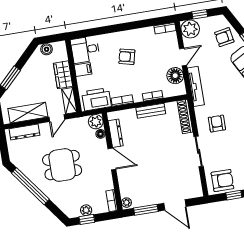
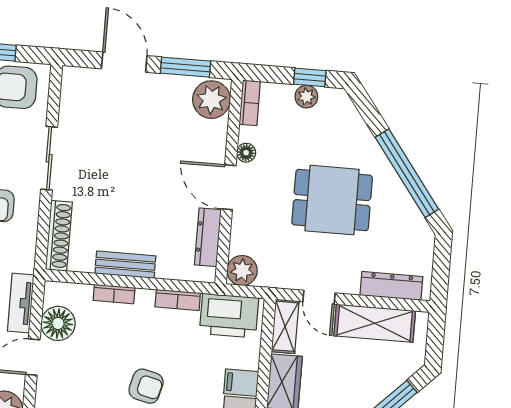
tv unit: (196, 86) -> (21, 303), width x0.71
door: (57, 118) -> (319, 297), swing flipped
floor lamp: (100, 134) -> (246, 153), moved
plant: (126, 203) -> (211, 100), width x1.88, depth x1.88

